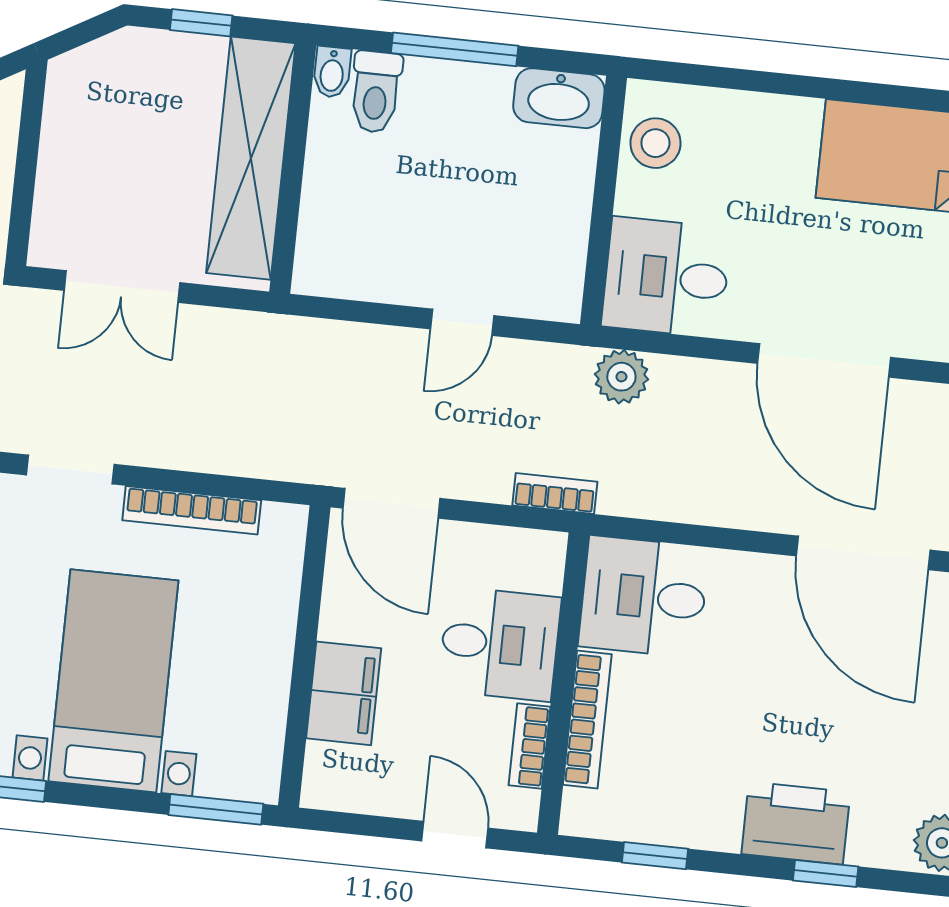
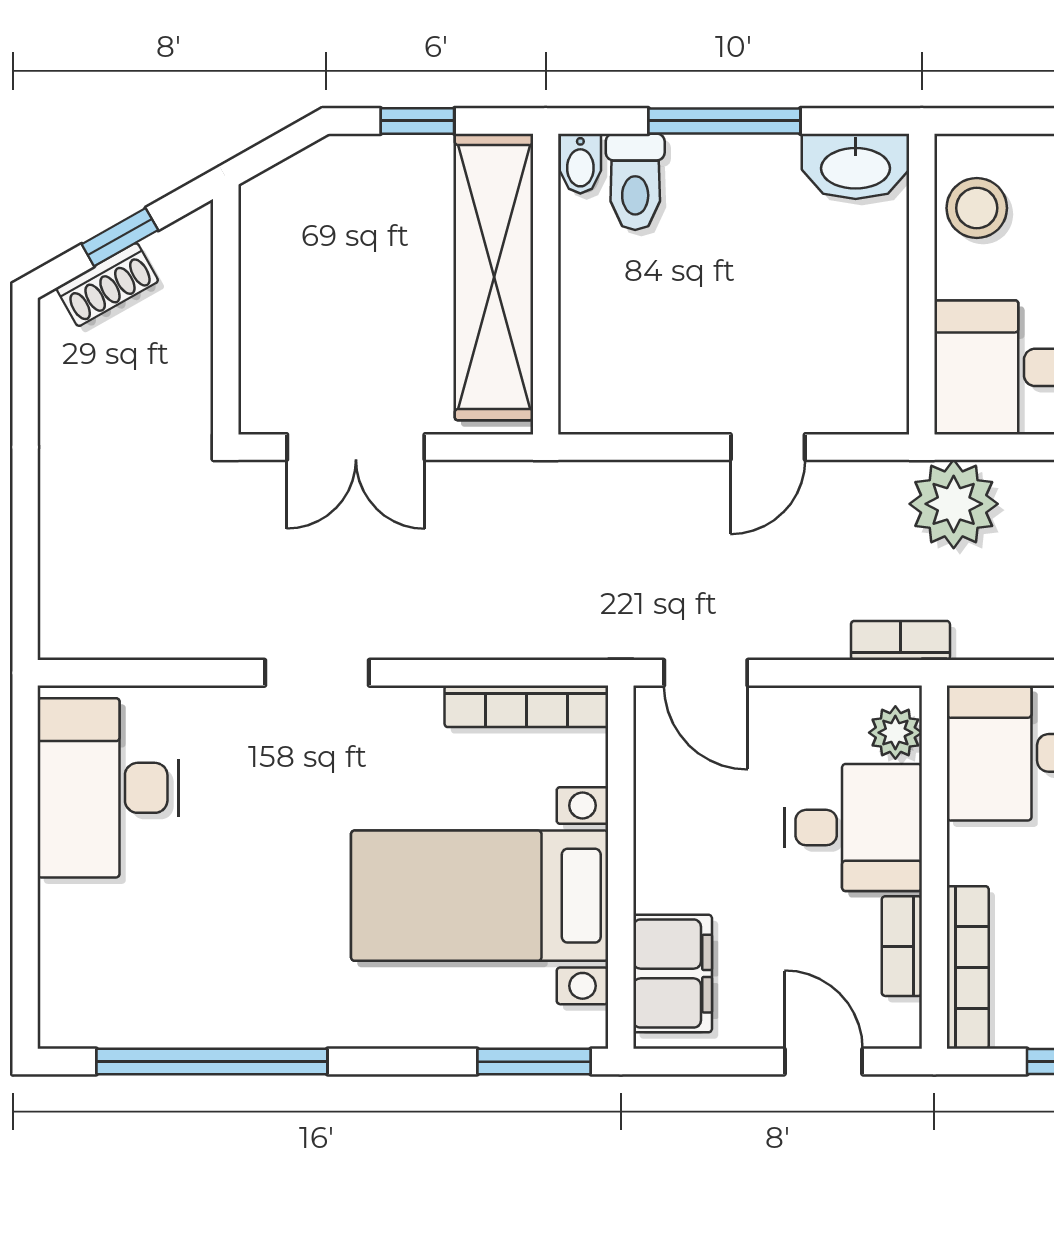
plant: (621, 377) -> (954, 504), width x1.36, depth x1.36
door: (391, 503) -> (706, 673), width x0.73
bookcase: (192, 510) -> (526, 706), moved
plant: (543, 569) -> (895, 733), added
bed with nightstands: (113, 681) -> (480, 896), moved, turned -90
filing cabinet: (344, 693) -> (673, 974), moved
bookcase: (587, 719) -> (968, 967), moved

